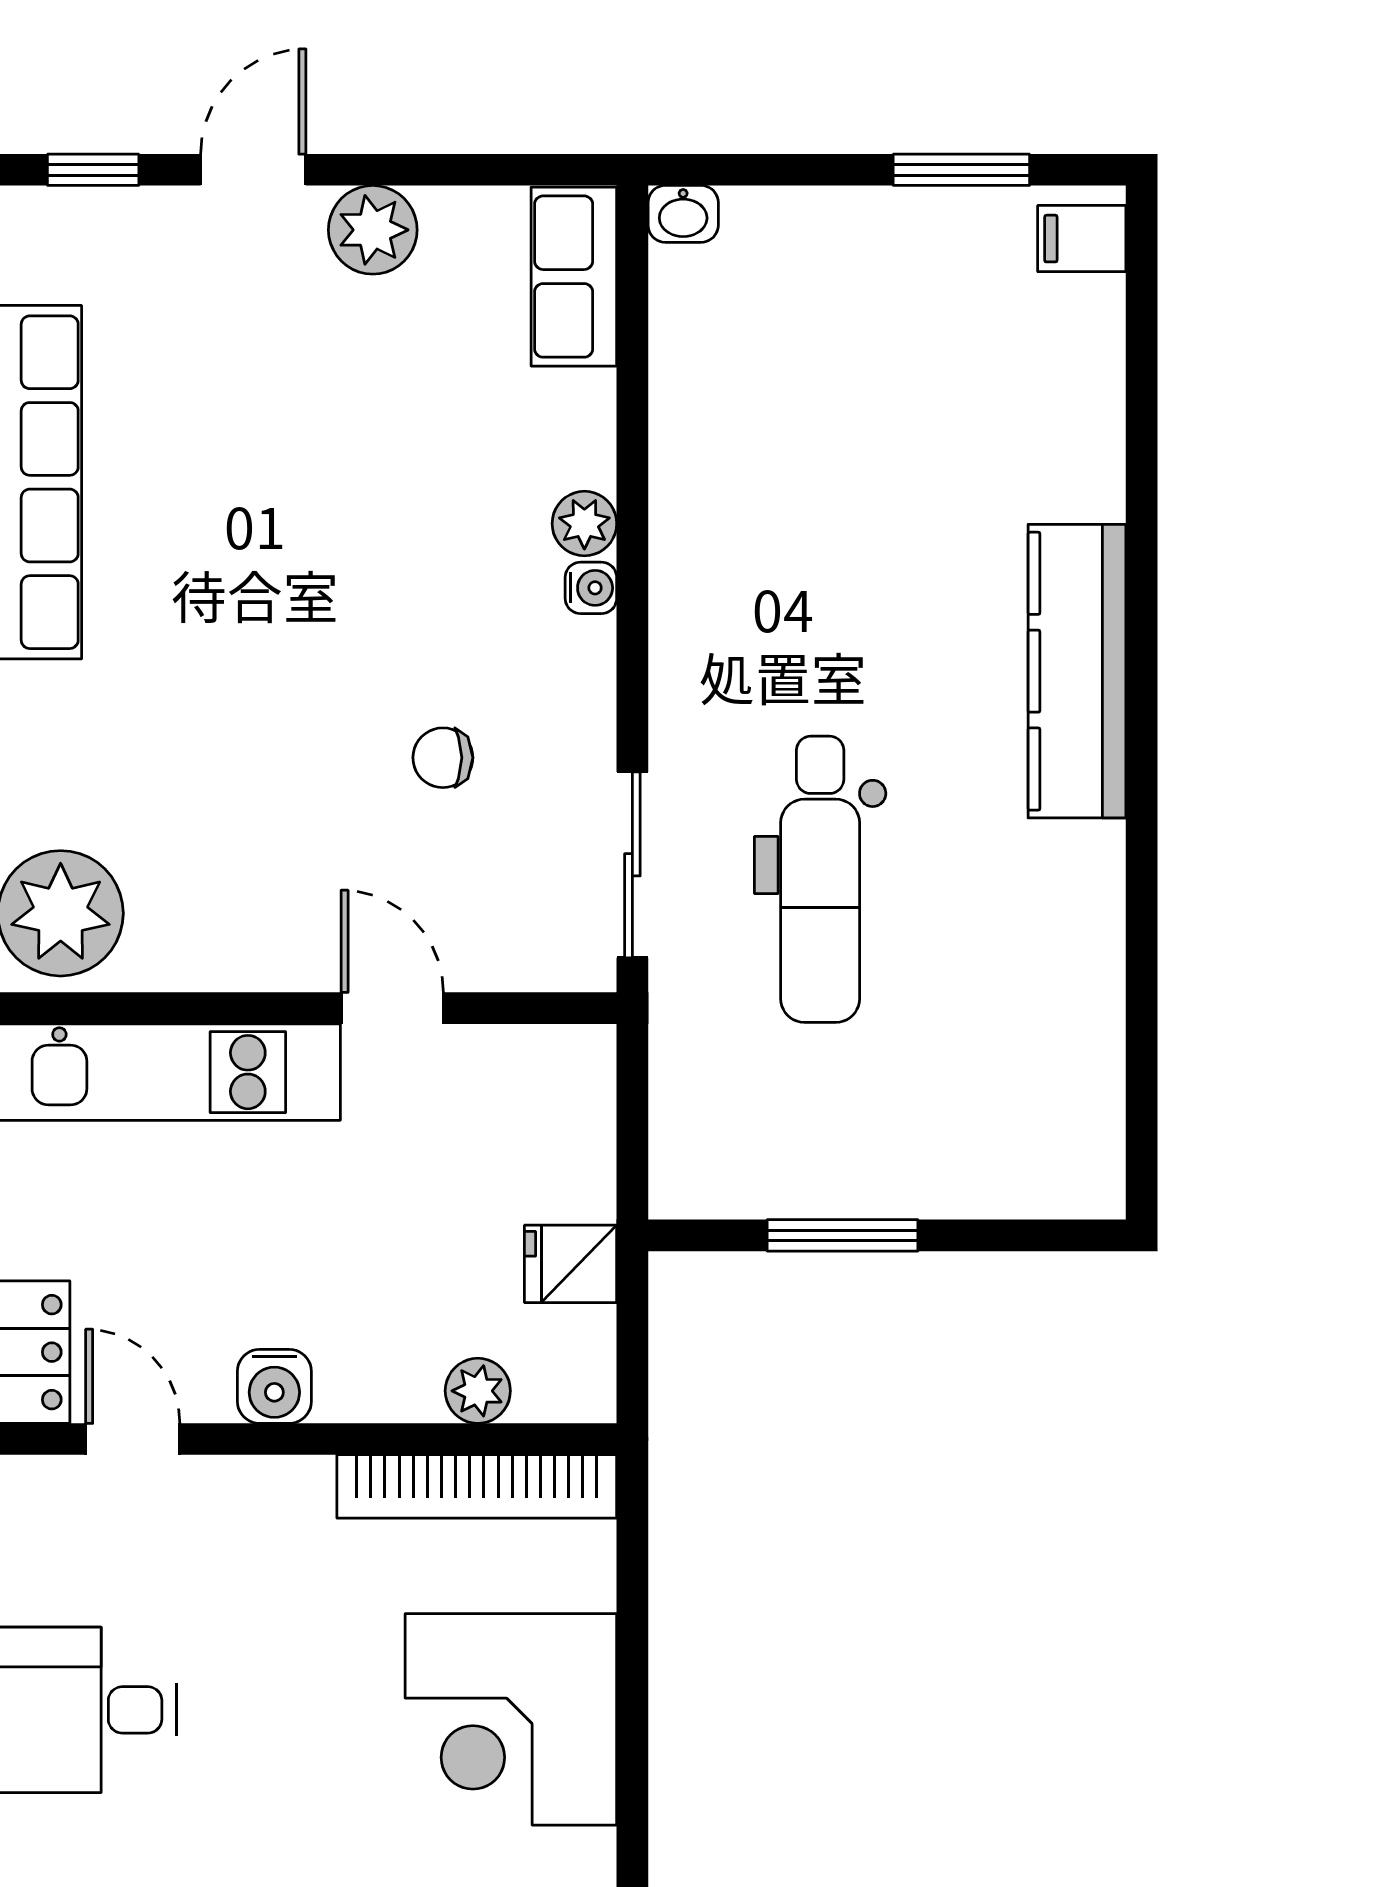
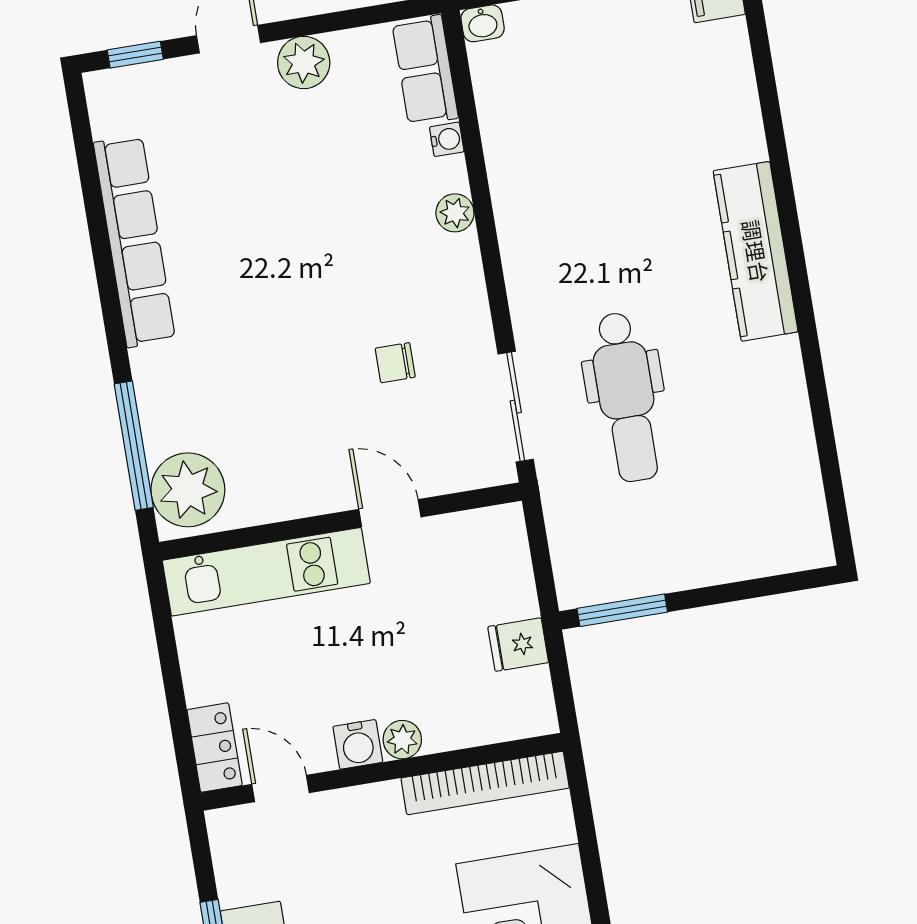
water cooler: (591, 588) -> (447, 139), moved
window: (842, 1235) -> (622, 610), moved
plant: (478, 1391) -> (402, 740), moved

